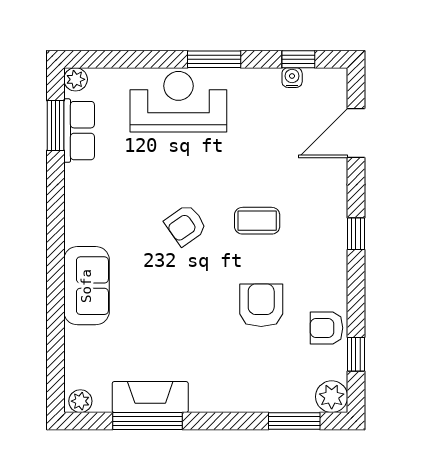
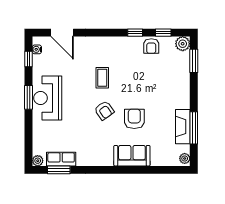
water cooler: (292, 78) -> (37, 49), moved
reception desk: (178, 102) -> (48, 98), moved
window: (356, 234) -> (135, 33), moved
armchair: (261, 305) -> (134, 119), moved, turned 90

